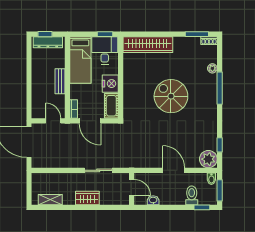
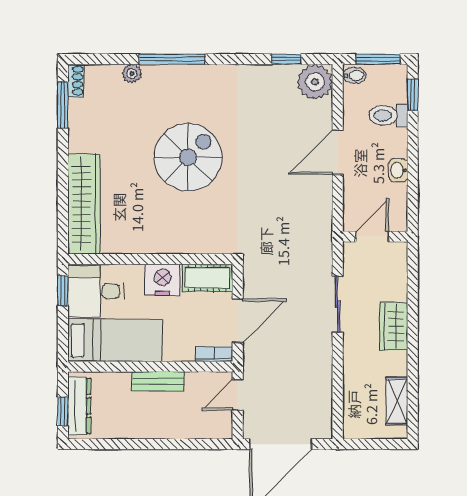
spiral stairs: (171, 96) -> (188, 157), turned 180
washbasin: (153, 200) -> (398, 170), moved

